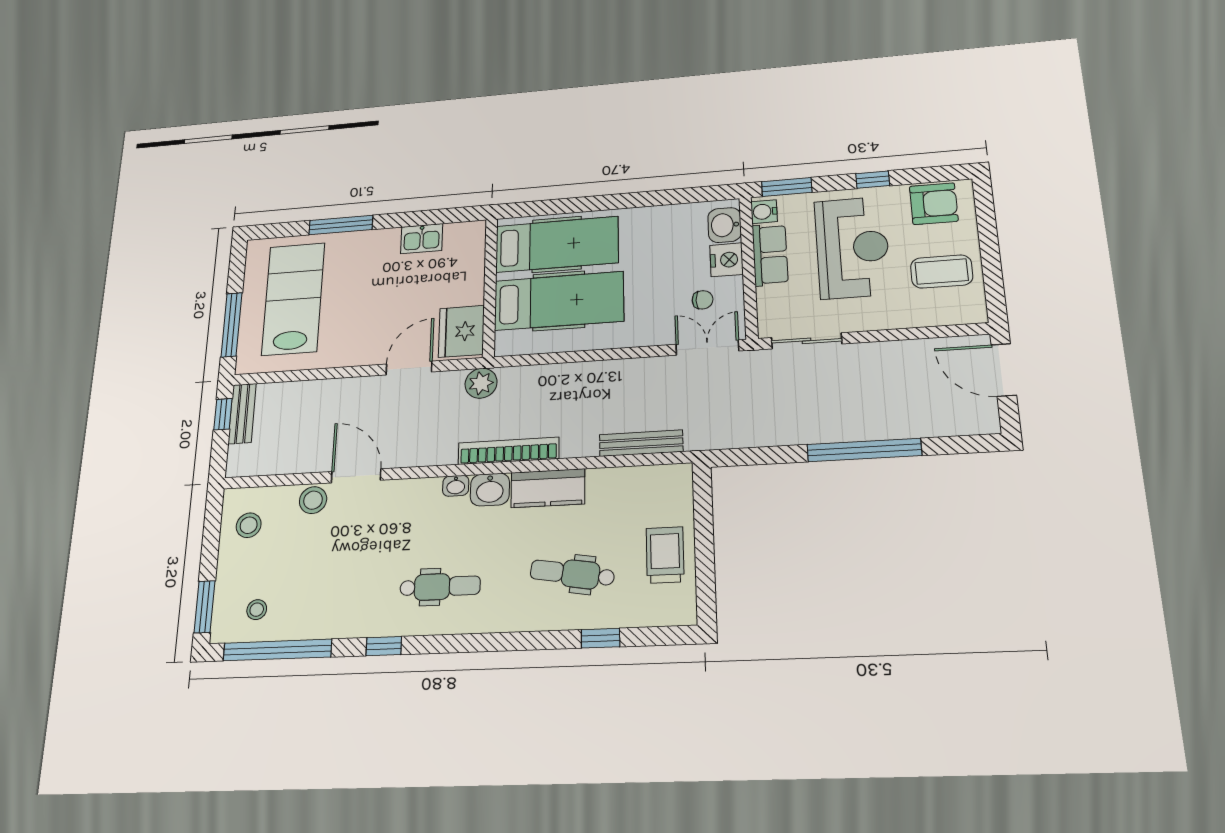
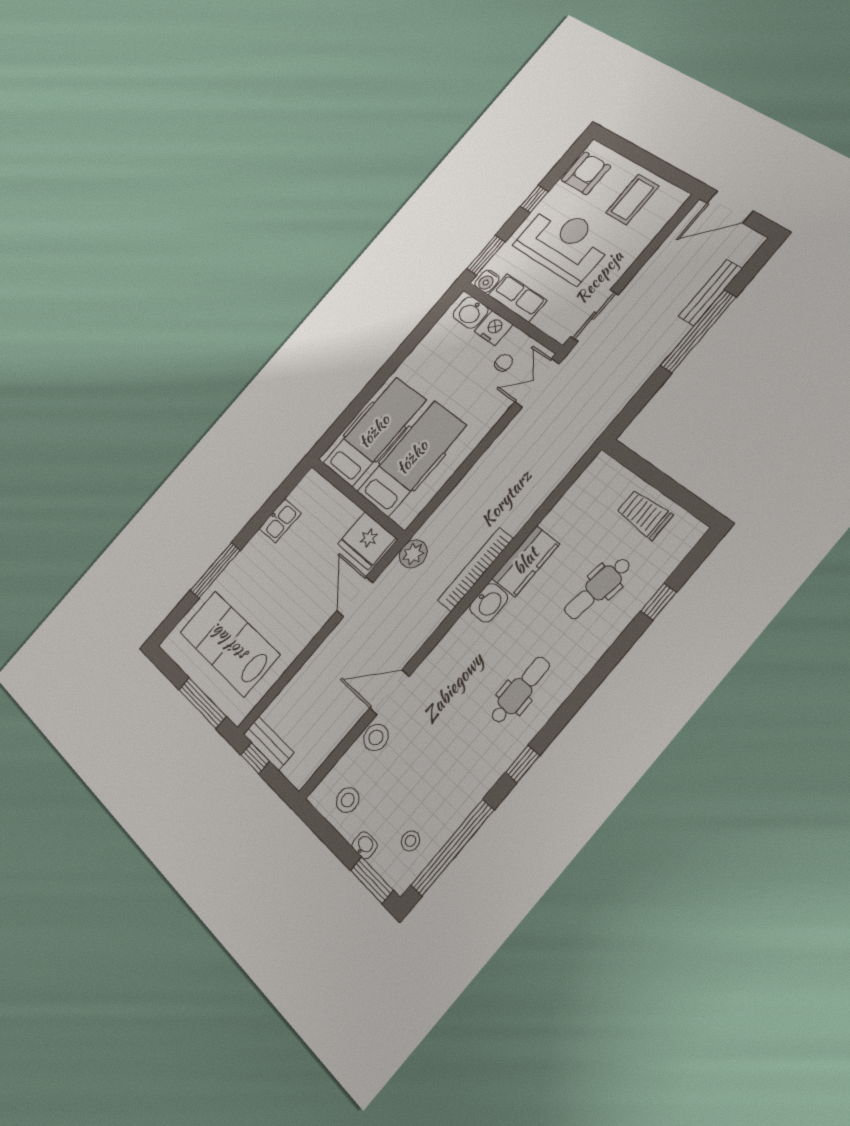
bench: (641, 443) -> (710, 293), moved
washbasin: (456, 486) -> (365, 845), moved, turned -90

